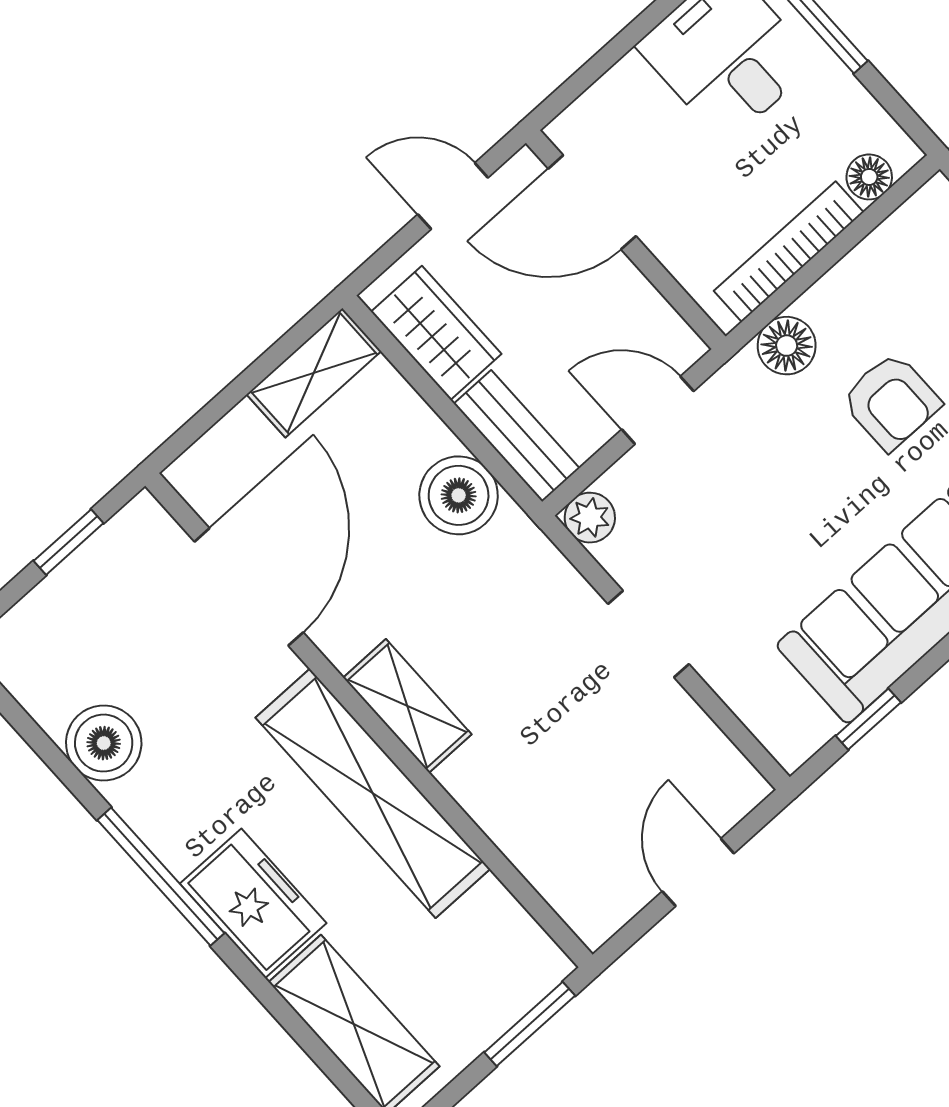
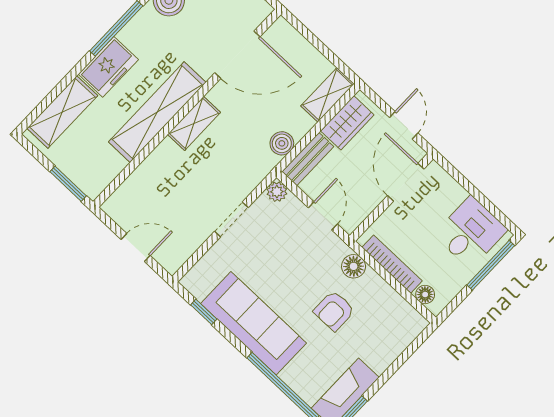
shelving: (314, 373) -> (328, 95), moved, turned 90
boiler: (459, 495) -> (282, 143), width x0.73, depth x0.73

